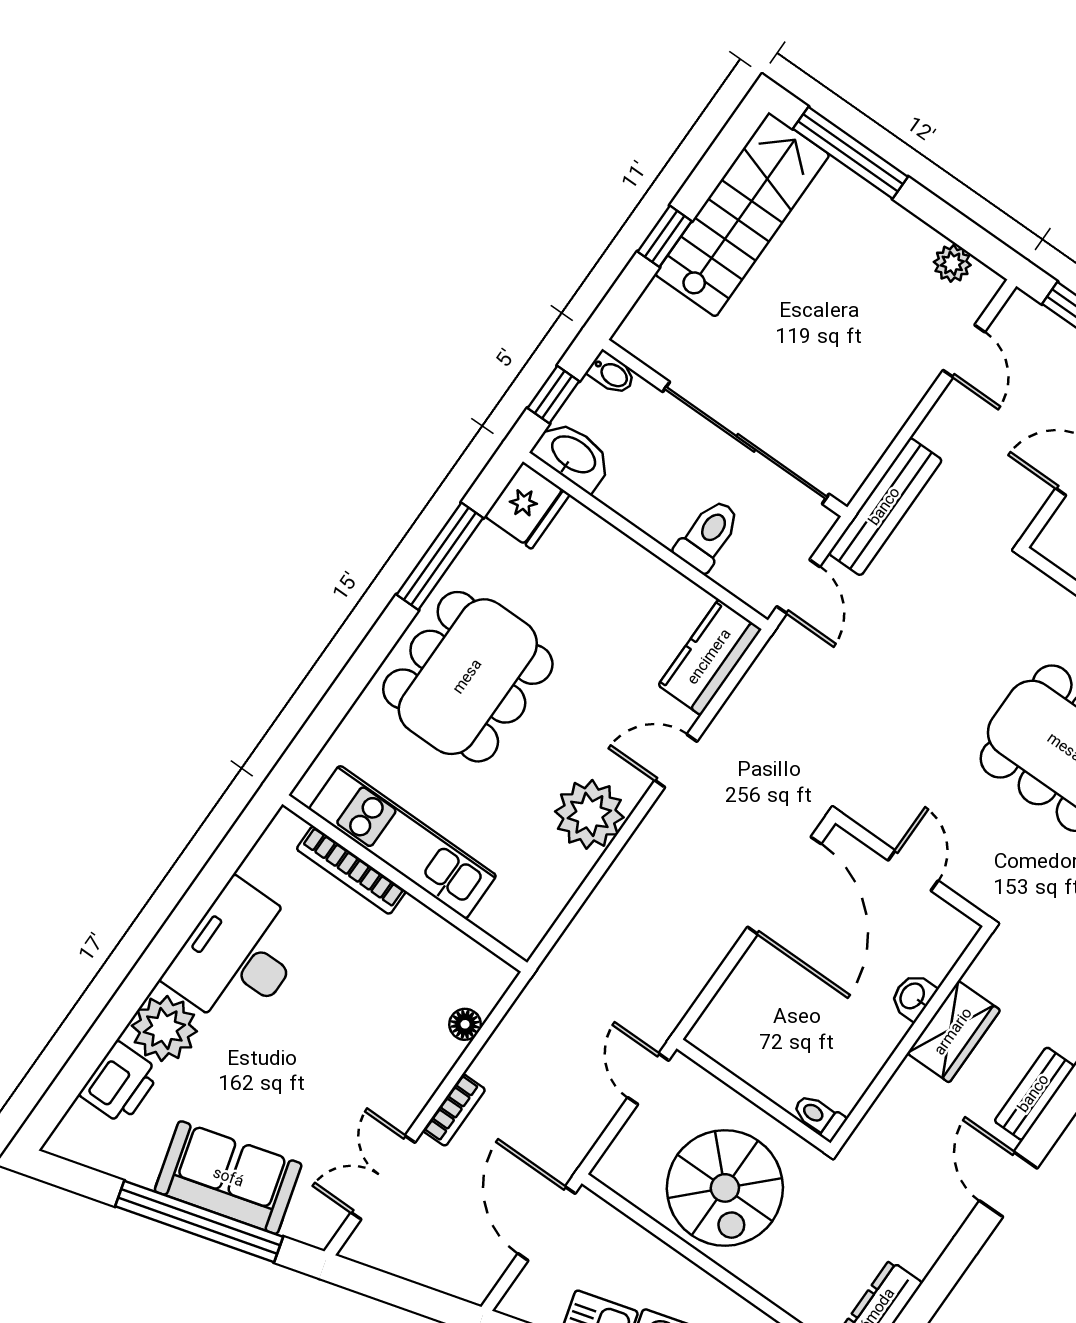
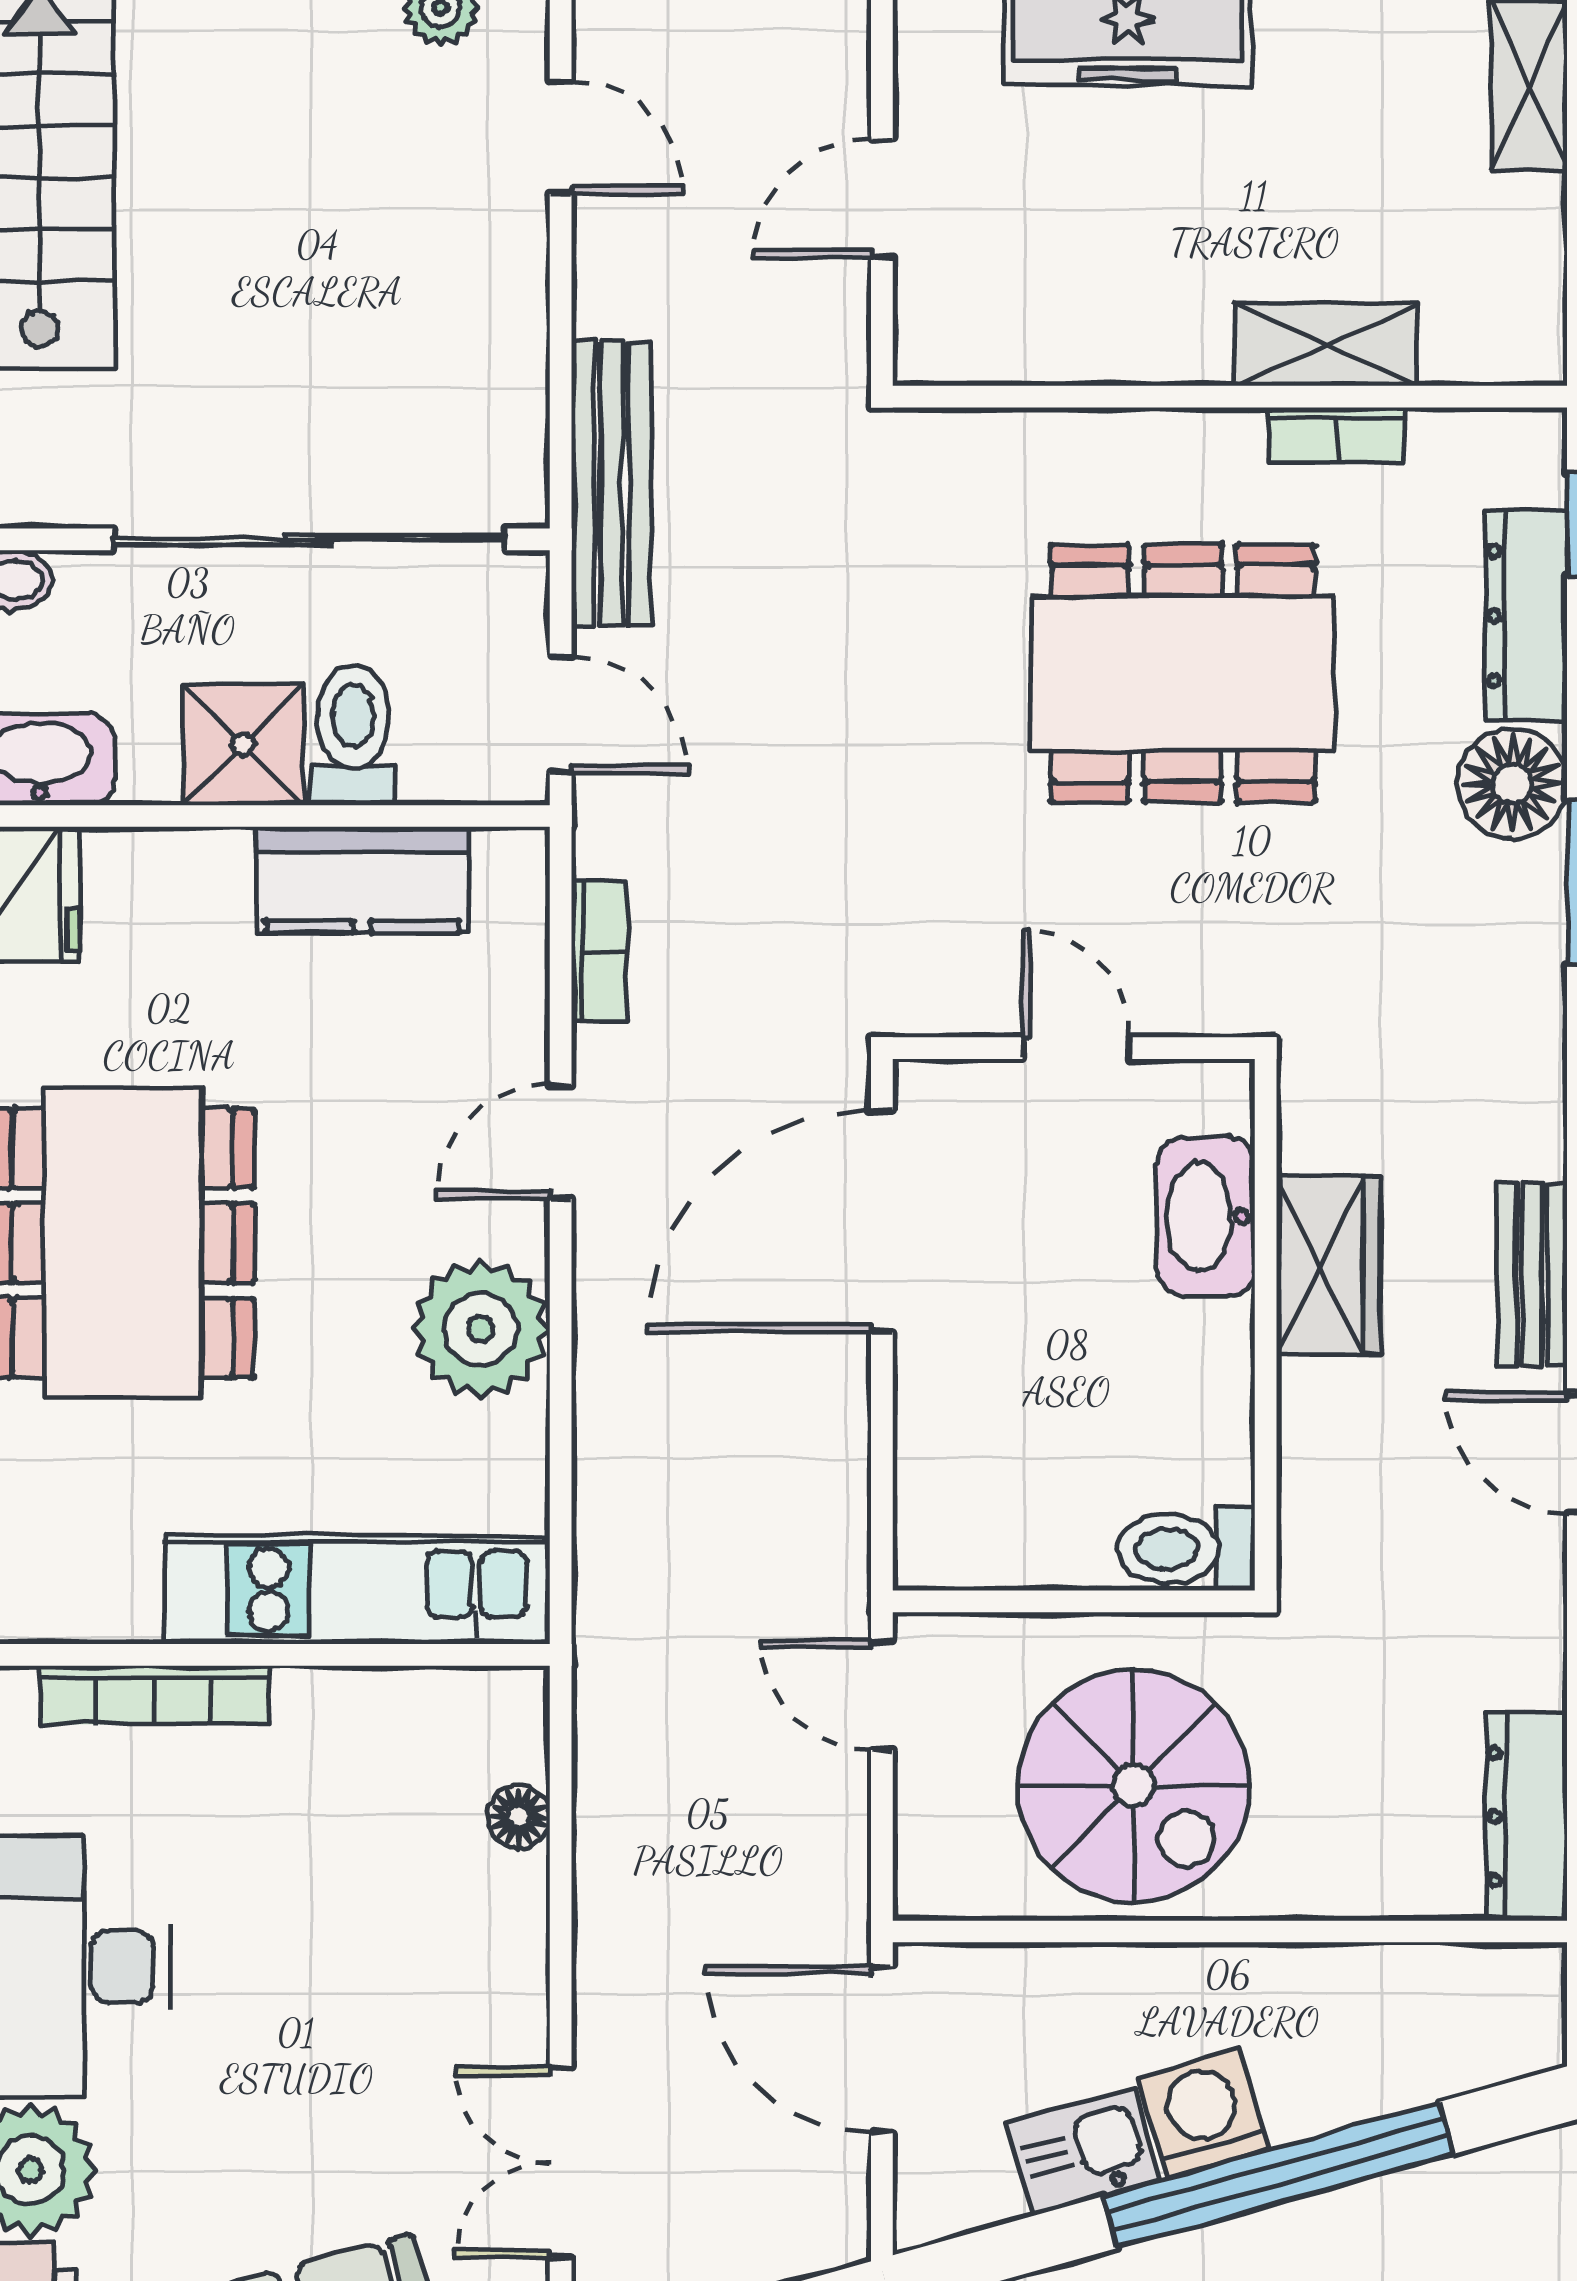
shower: (660, 508) -> (243, 745), added
kitchen counter: (710, 657) -> (362, 880), moved, turned -90
kitchen unit: (403, 842) -> (357, 1590), moved
door: (784, 885) -> (882, 1221), swing flipped
washbasin: (913, 996) -> (1206, 1216), width x1.91, depth x1.45
bookcase: (454, 1110) -> (600, 951), moved
toilet: (819, 1117) -> (1186, 1549), width x1.37, depth x1.39

